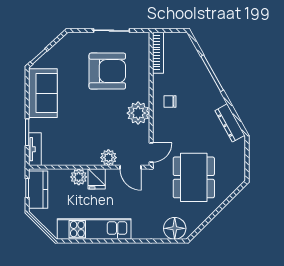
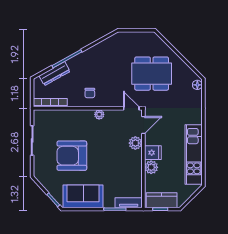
armchair: (107, 71) -> (72, 156), moved, turned -90
plant: (138, 113) -> (99, 114), width x0.53, depth x0.53
dresser: (230, 123) -> (55, 74), moved
floor lamp: (175, 228) -> (197, 85), width x0.53, depth x0.53

